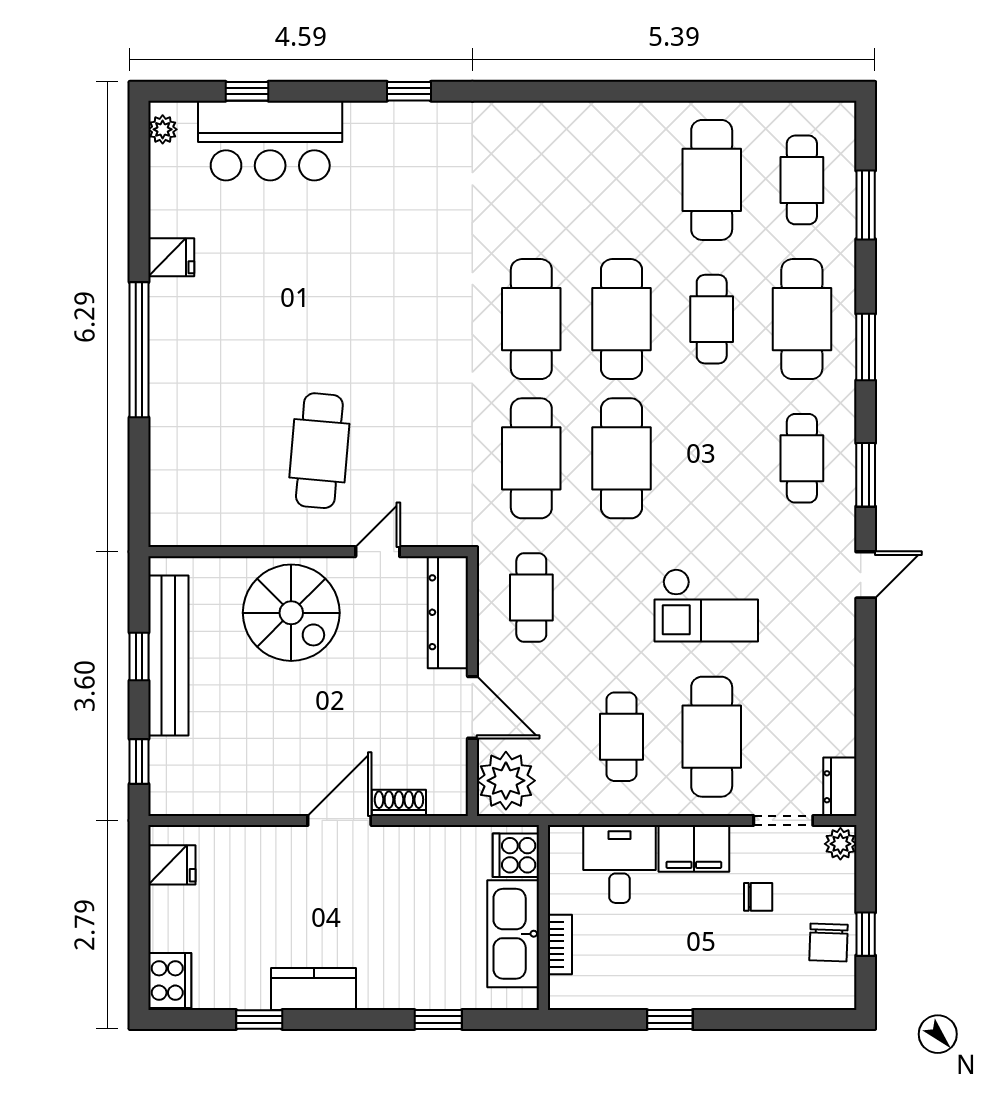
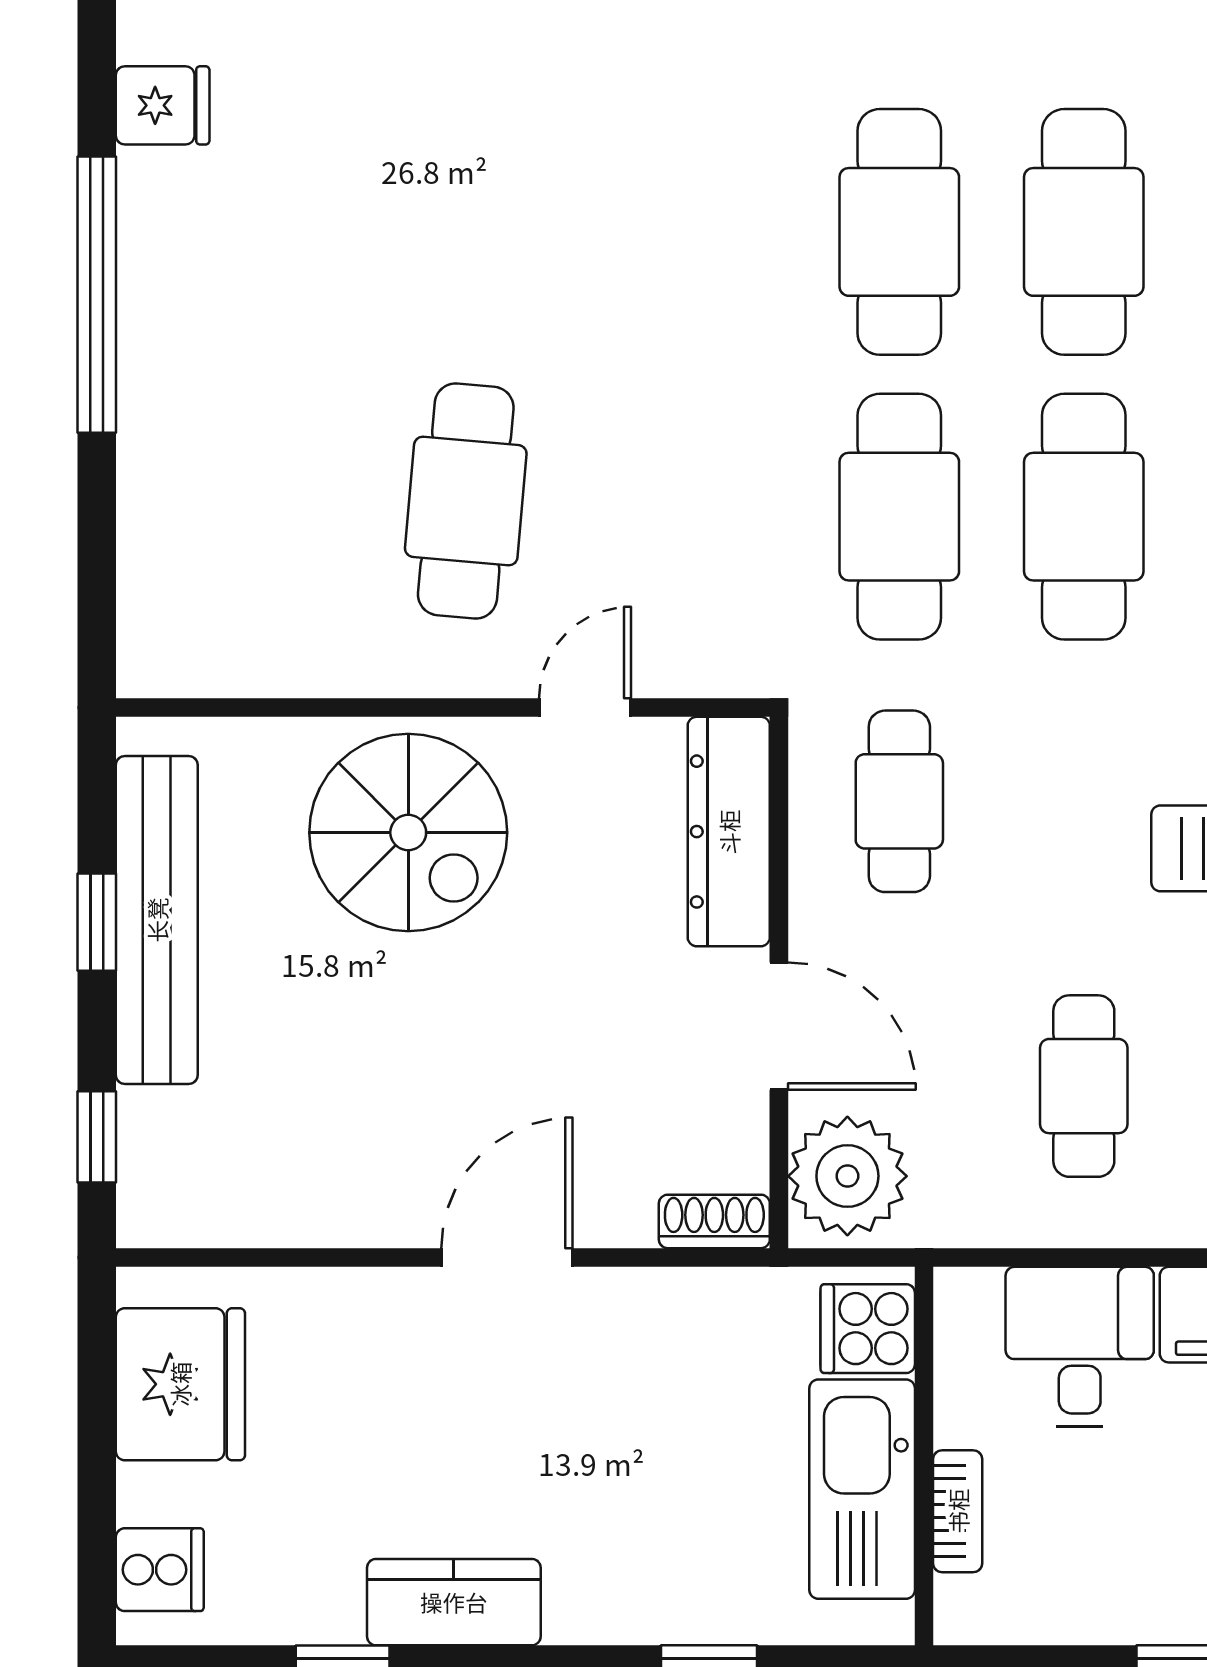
shoe rack: (399, 803) -> (714, 1221), moved
fridge: (172, 865) -> (180, 1384), width x1.88, depth x1.34
cooker: (170, 980) -> (160, 1570), width x0.73

